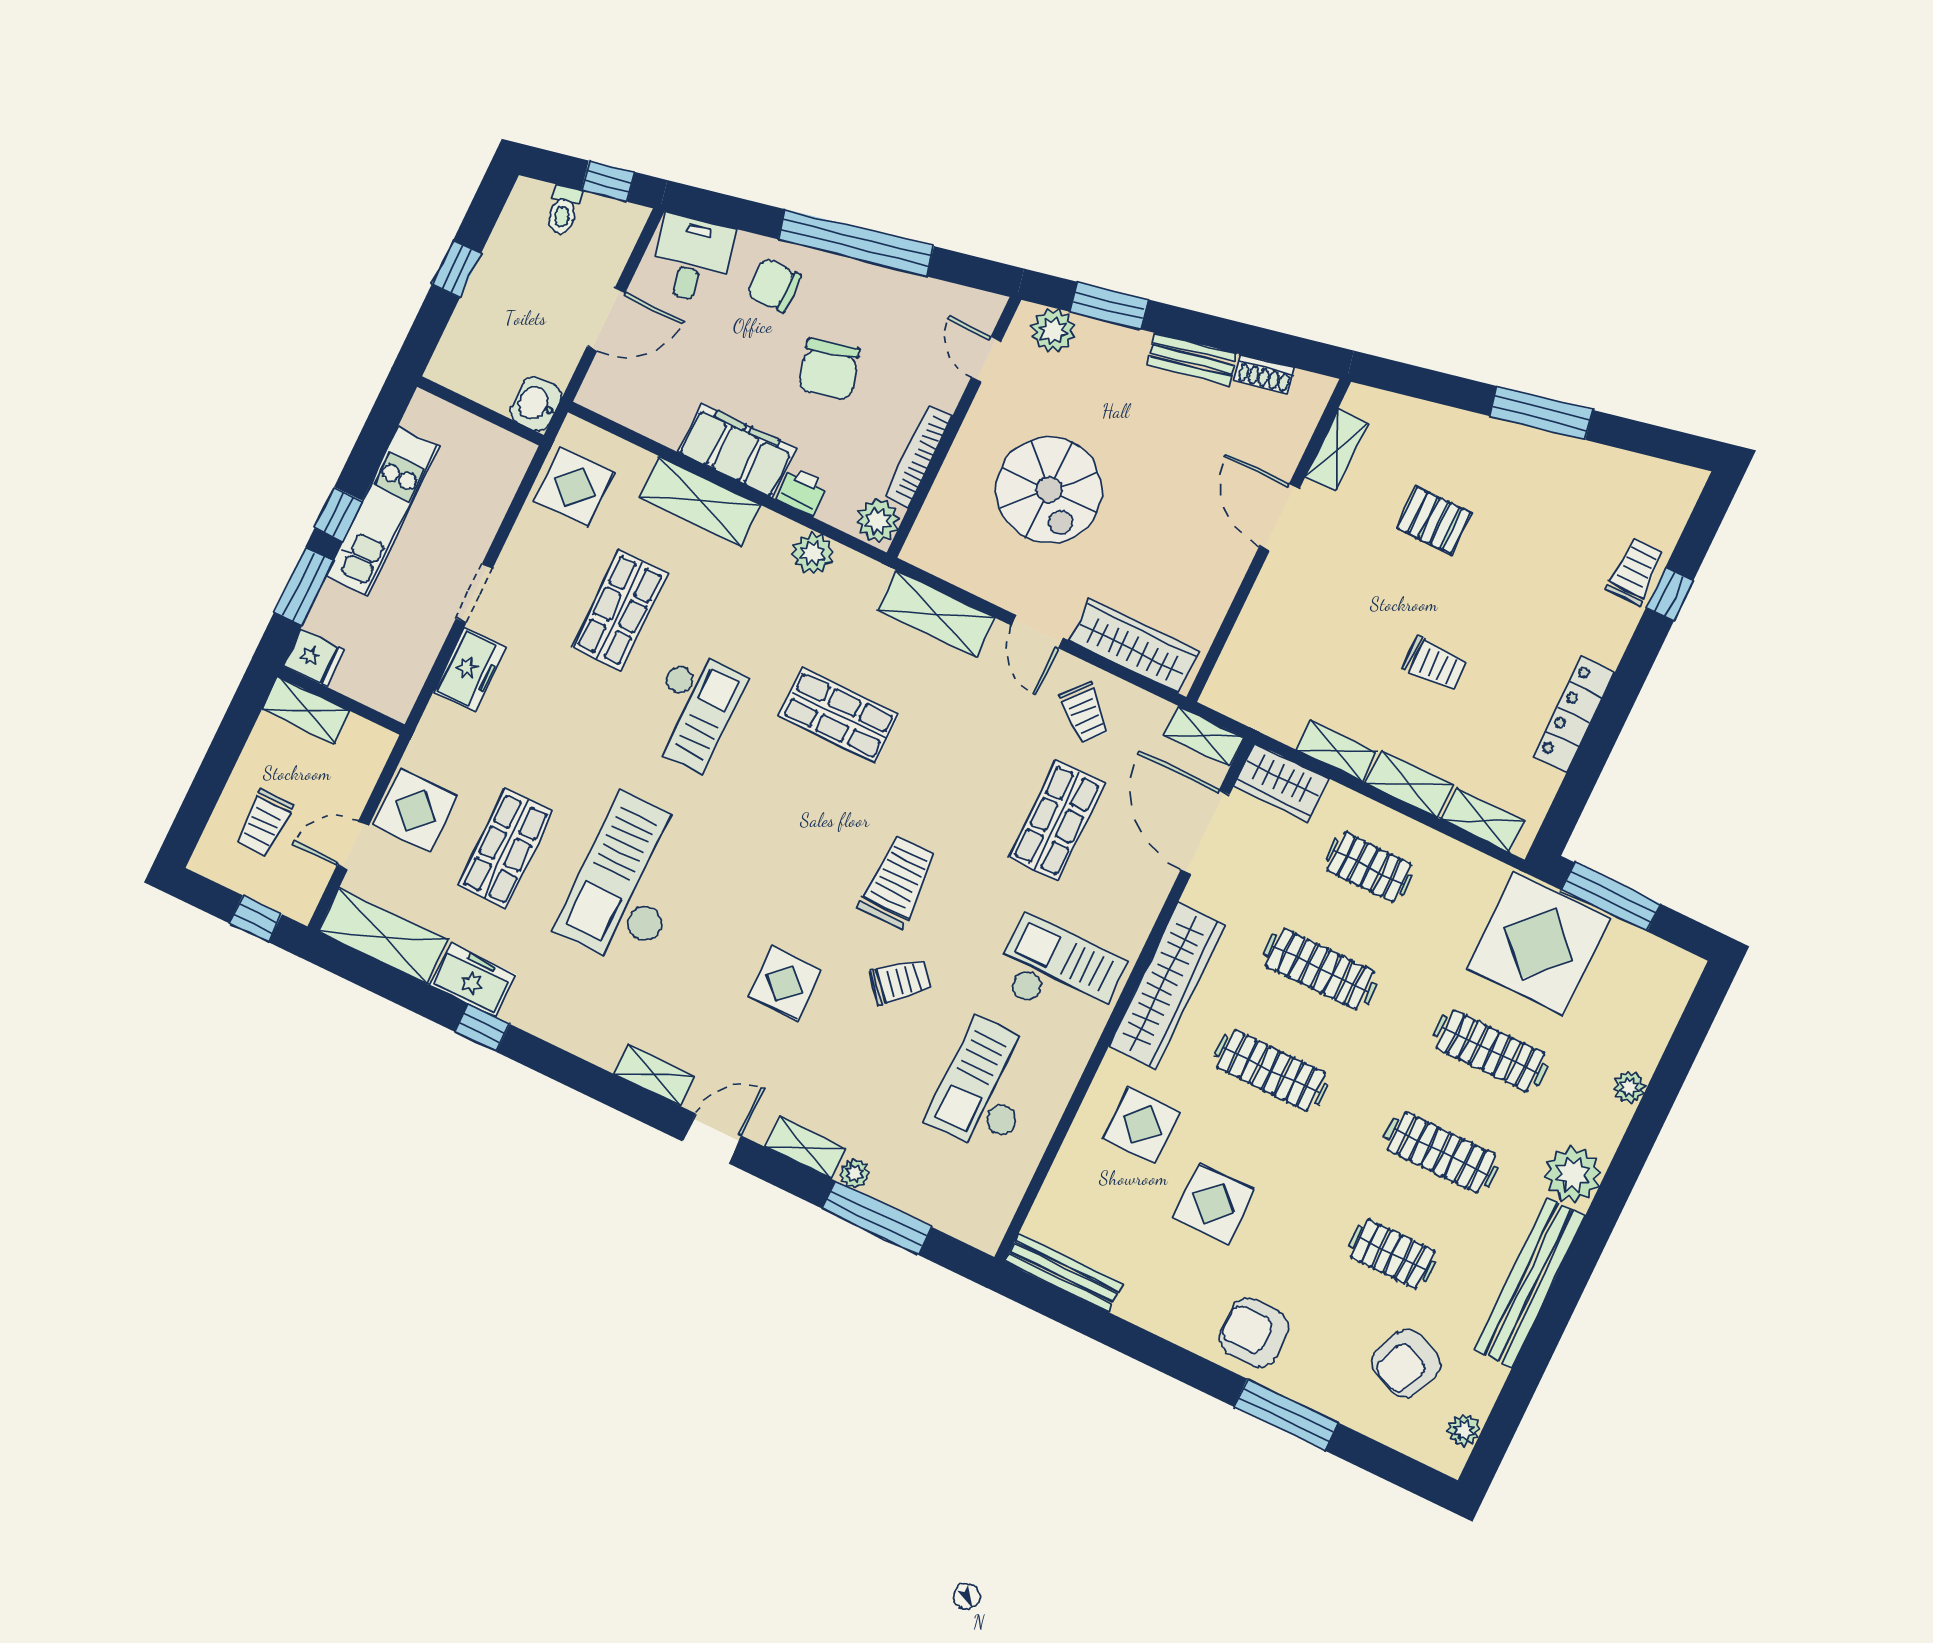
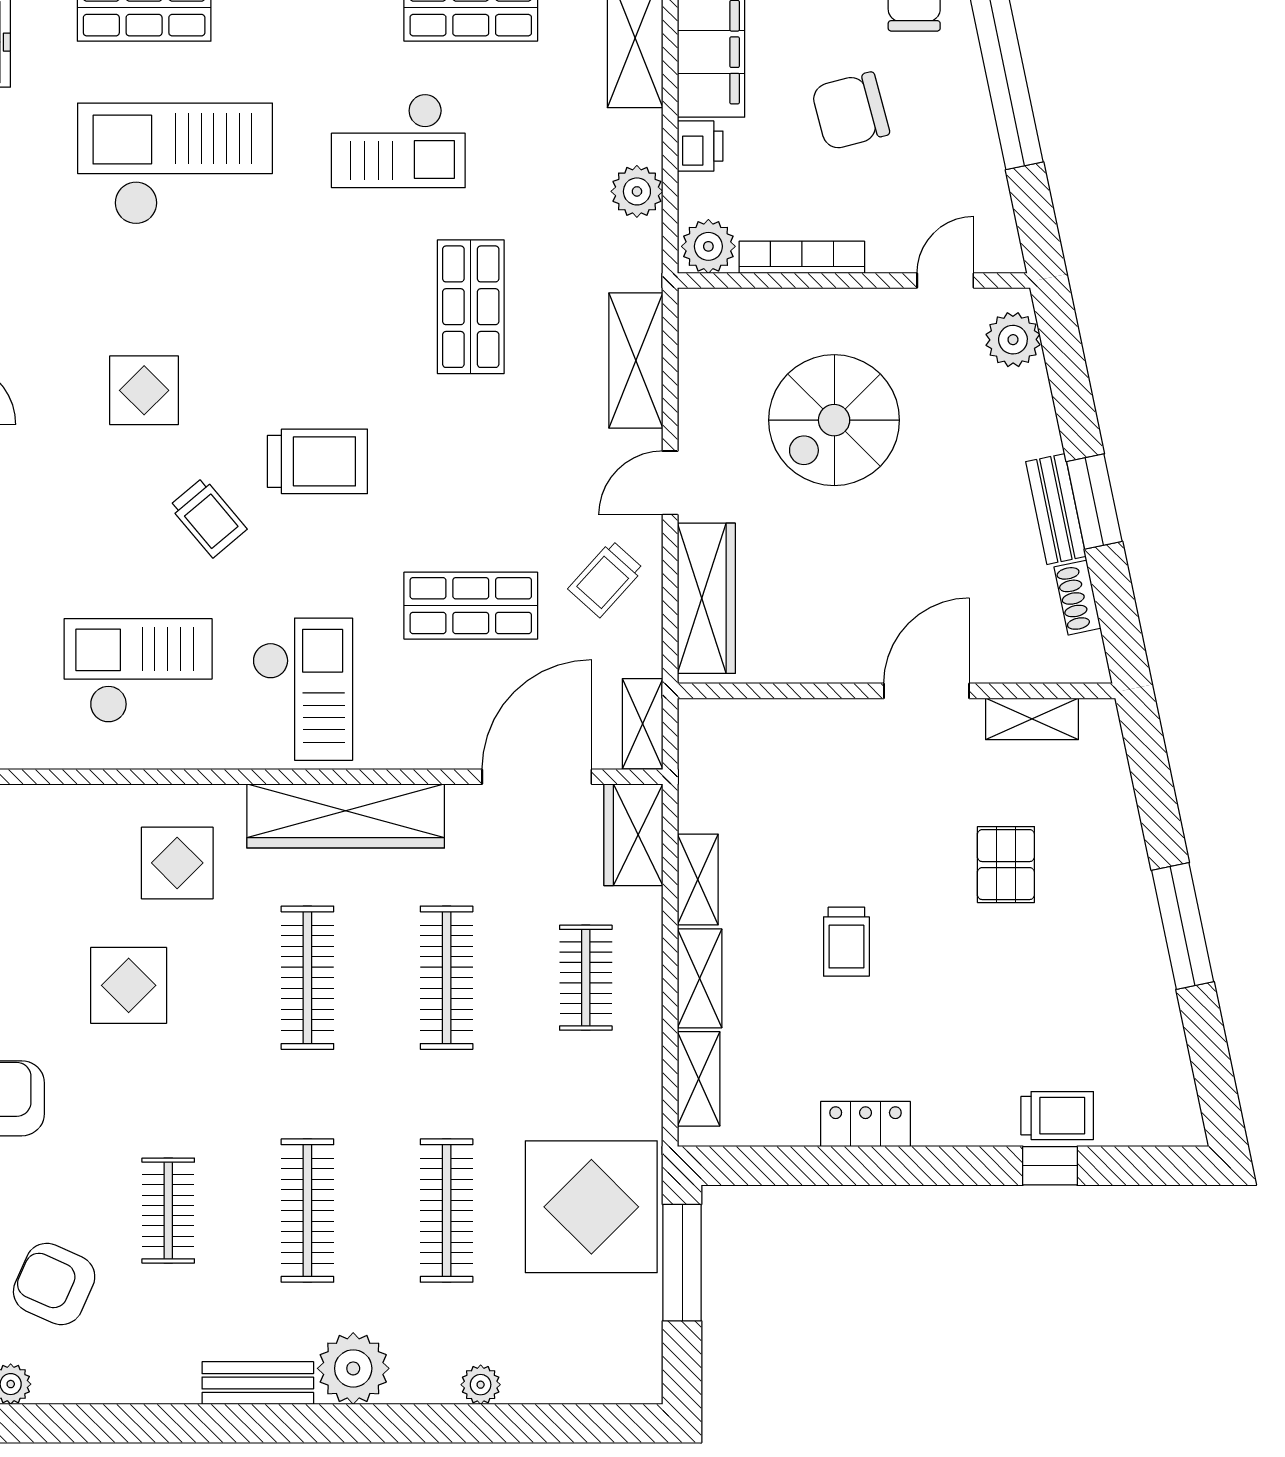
window: (1109, 306) -> (1094, 501), moved
locker: (1574, 714) -> (866, 1124), width x0.66
bench: (1530, 1283) -> (258, 1383), width x0.54, depth x0.82

